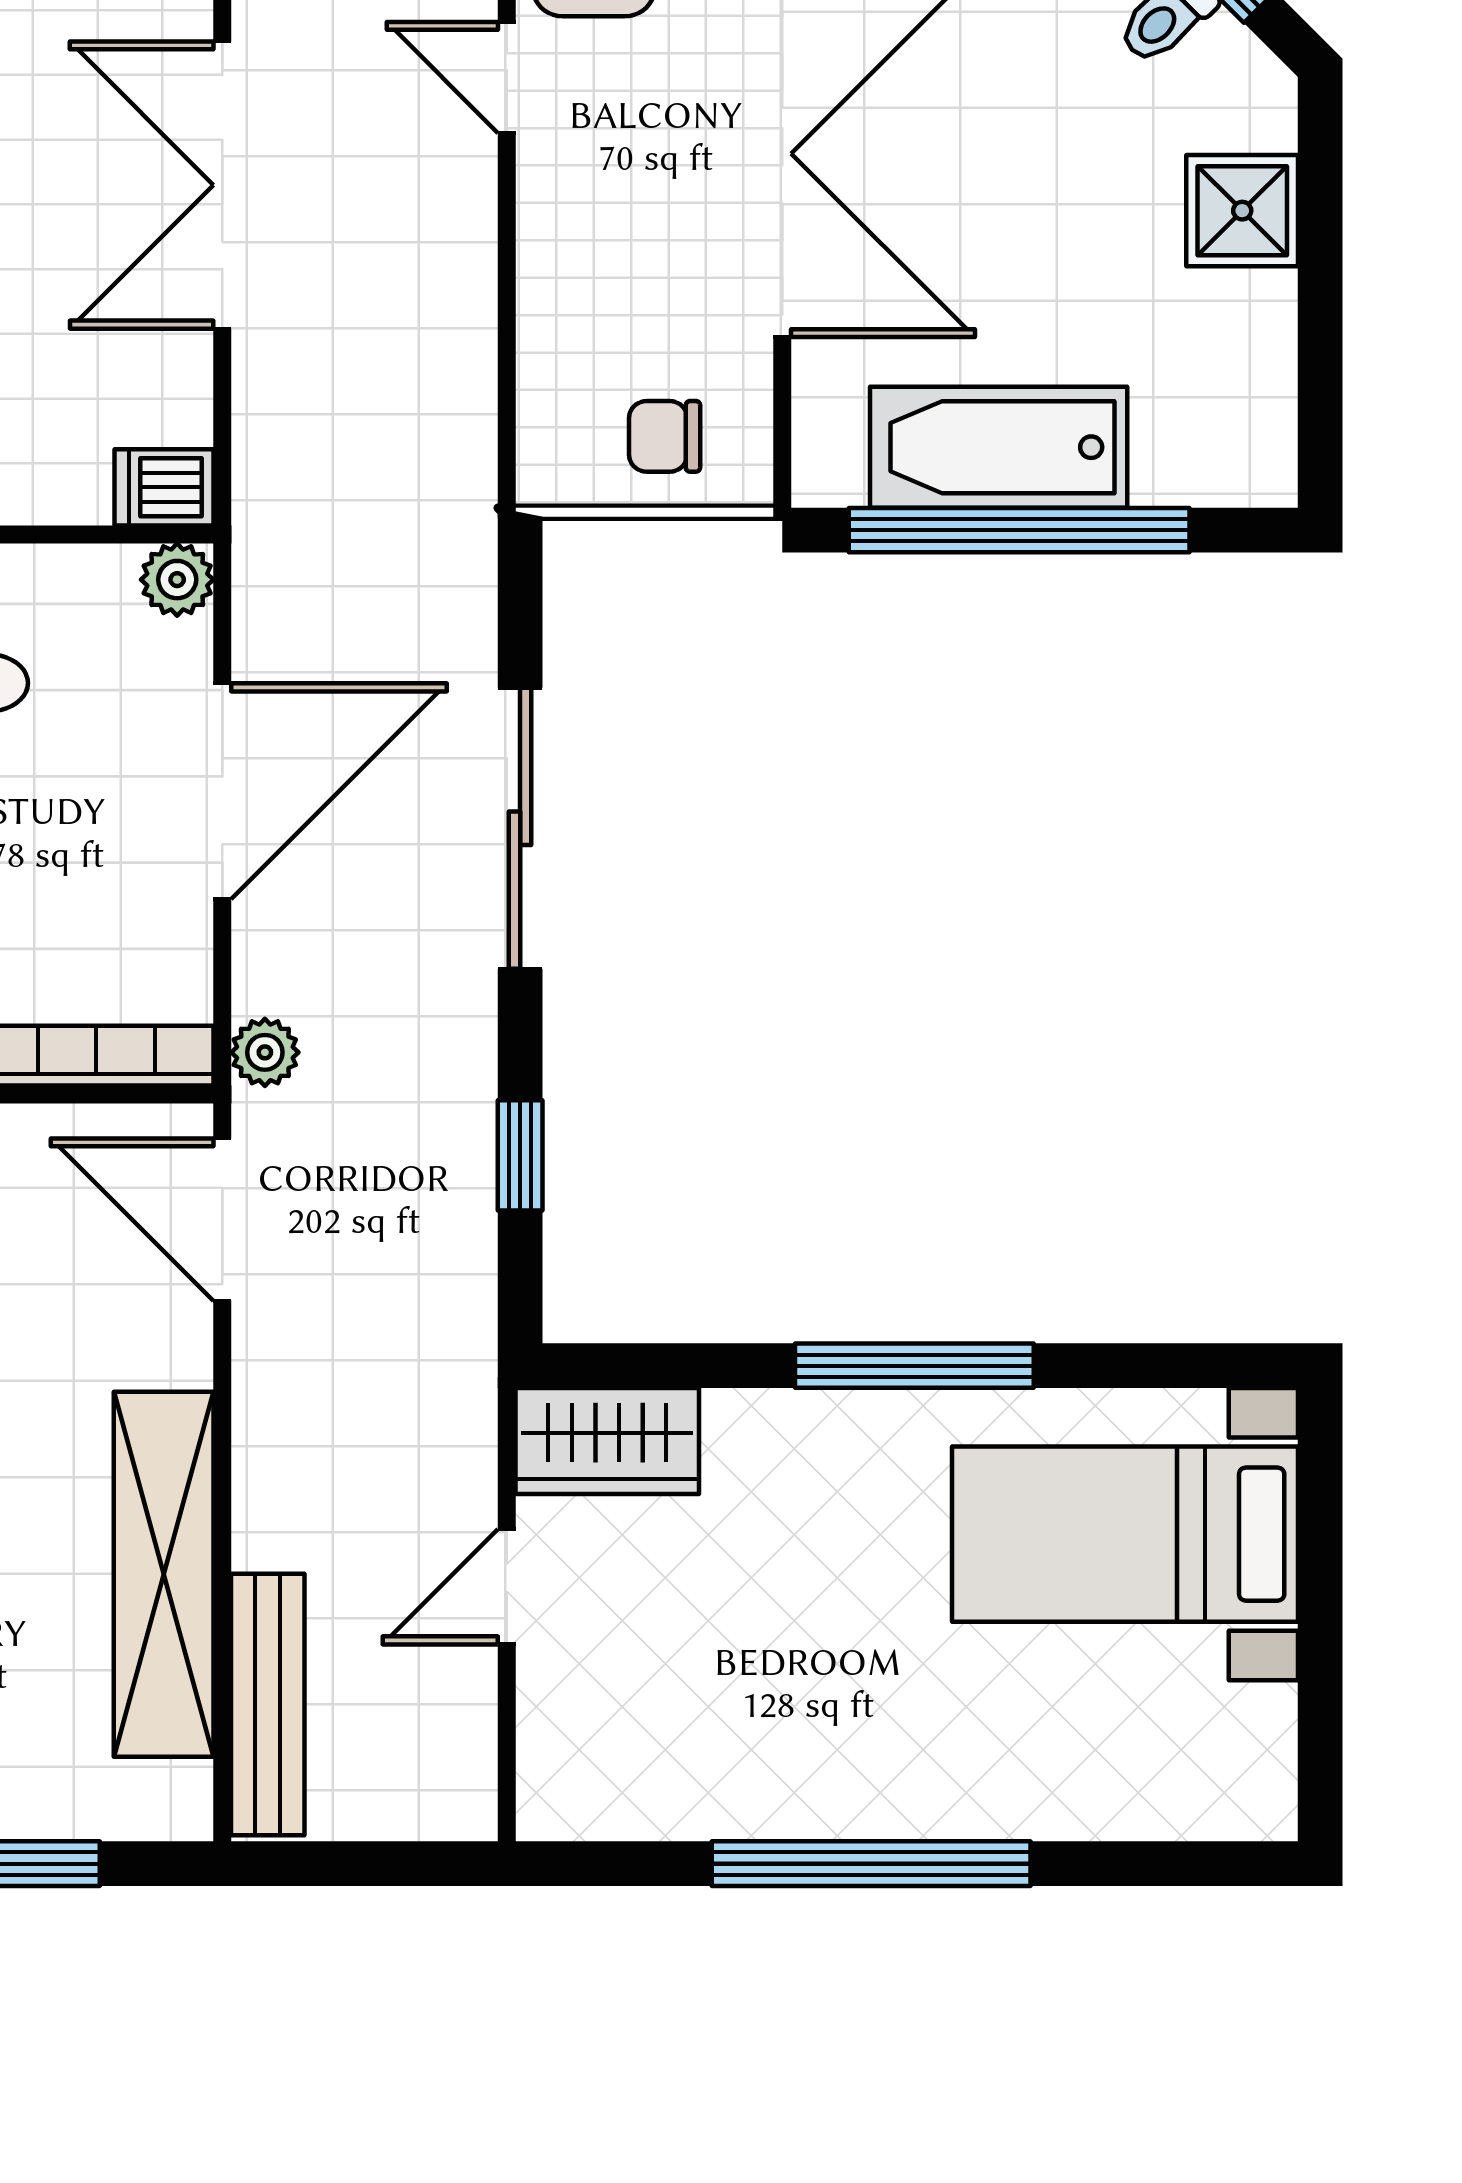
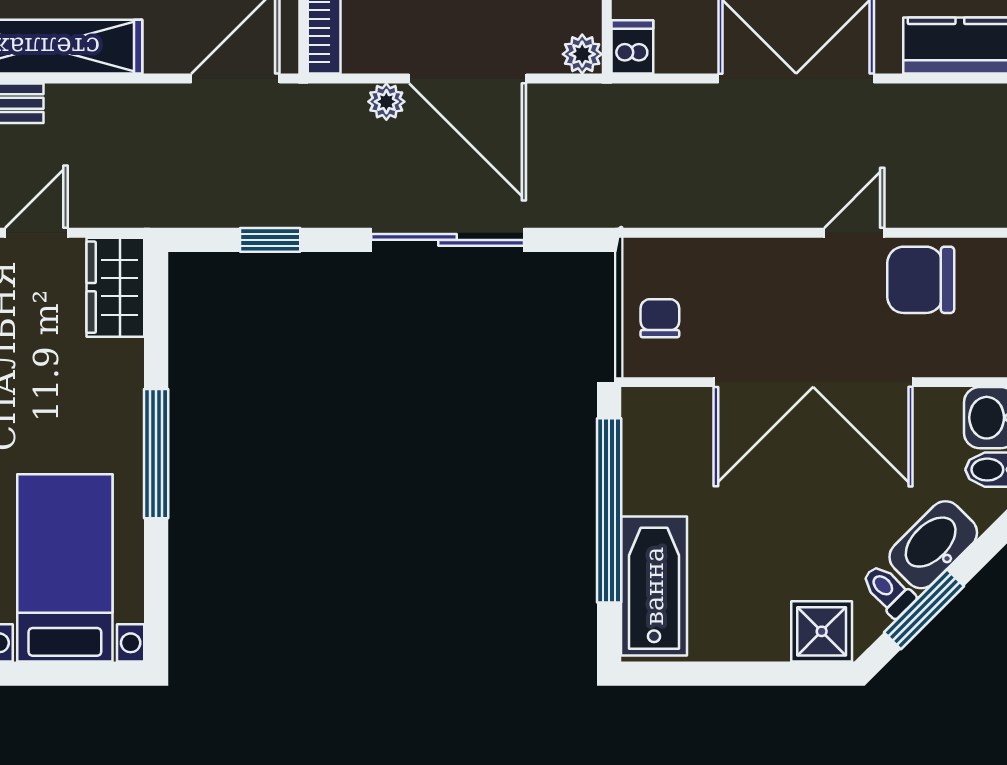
shower: (1242, 211) -> (822, 631), moved
bathtub: (999, 447) -> (654, 586), moved
plant: (265, 1052) -> (386, 102), moved
door: (507, 1587) -> (36, 233), hinge flipped

